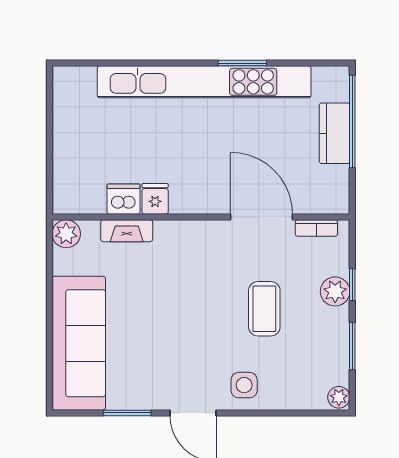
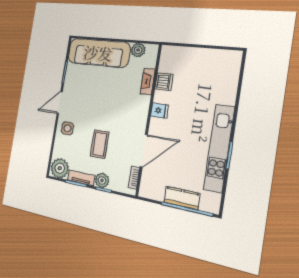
kitchen unit: (204, 82) -> (219, 148), width x0.73
fridge: (155, 199) -> (159, 111), moved
plant: (66, 234) -> (138, 50), moved
coffee table: (264, 309) -> (100, 144), turned 90
tv unit: (339, 337) -> (81, 178), added
plant: (339, 397) -> (60, 168), width x1.88, depth x1.88

